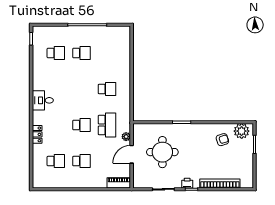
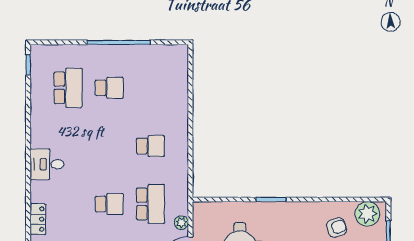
school desk: (56, 53) -> (68, 88), width x1.85

